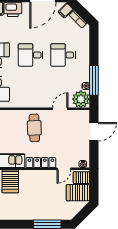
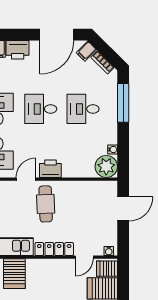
window: (94, 80) -> (123, 103), moved
printer: (38, 101) -> (50, 169), added
door: (60, 109) -> (26, 179), moved

